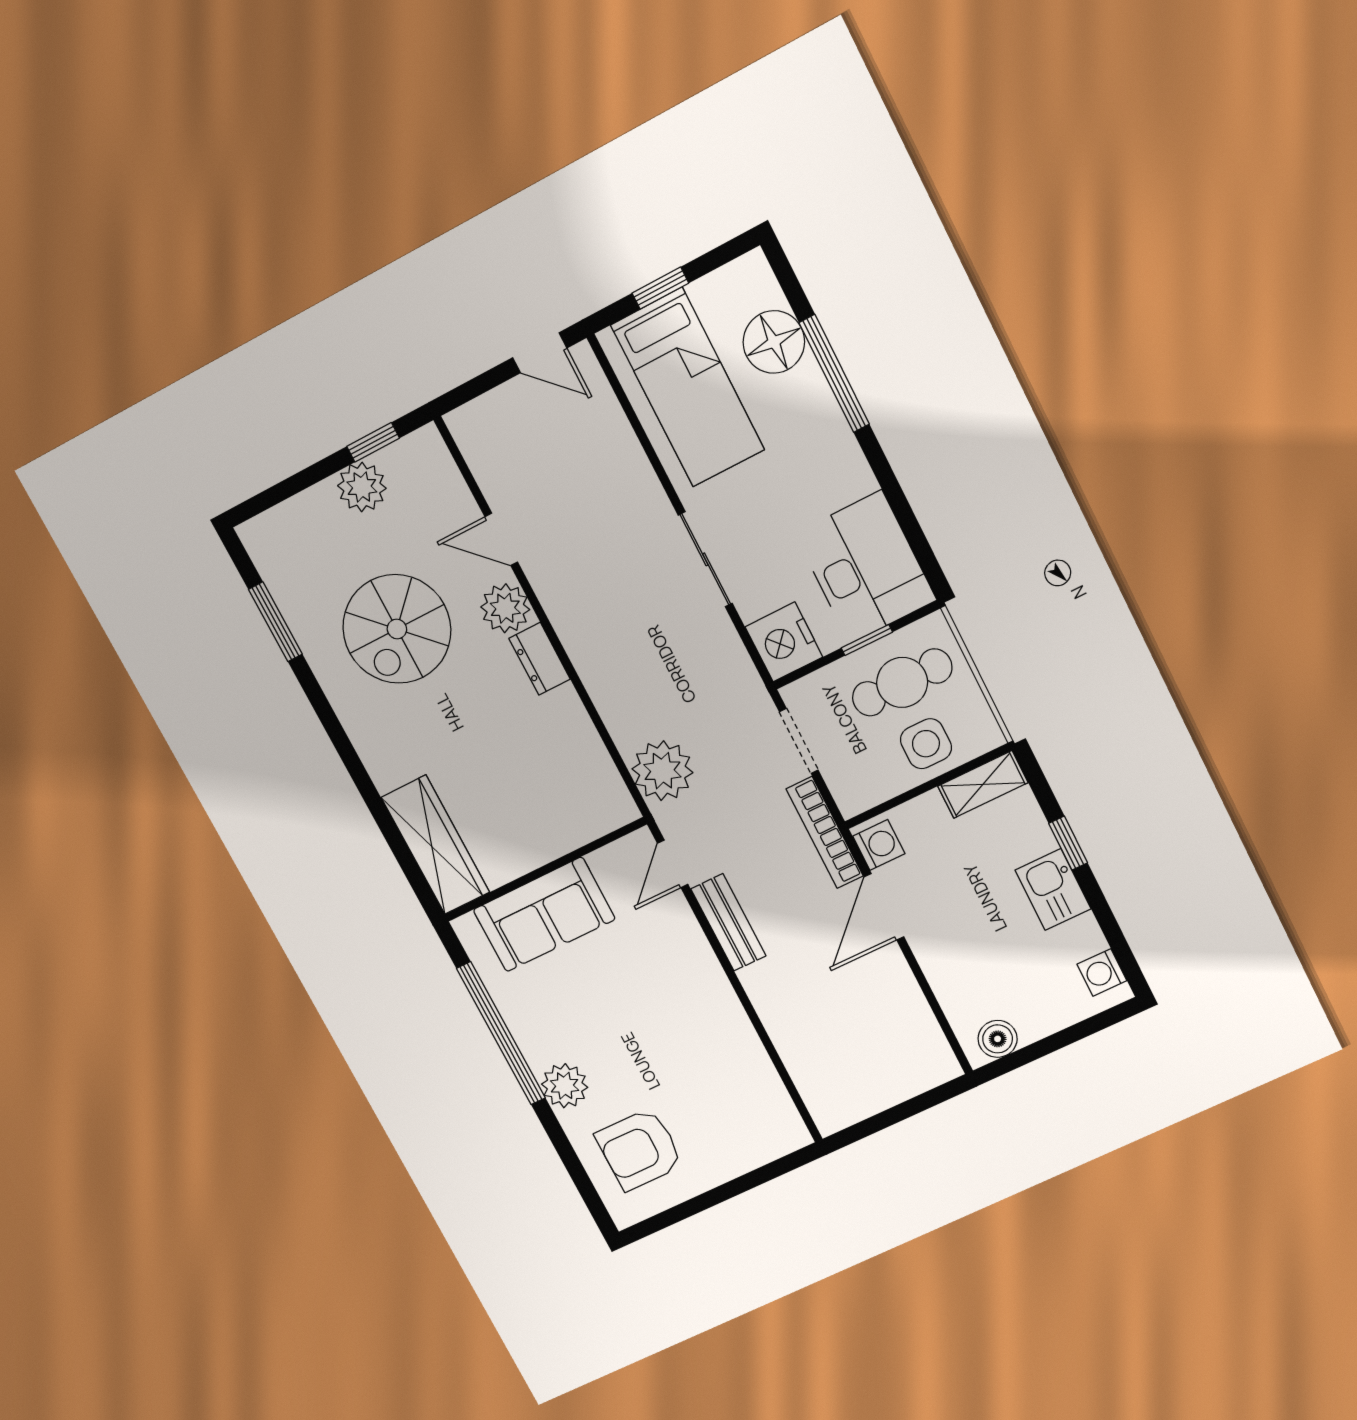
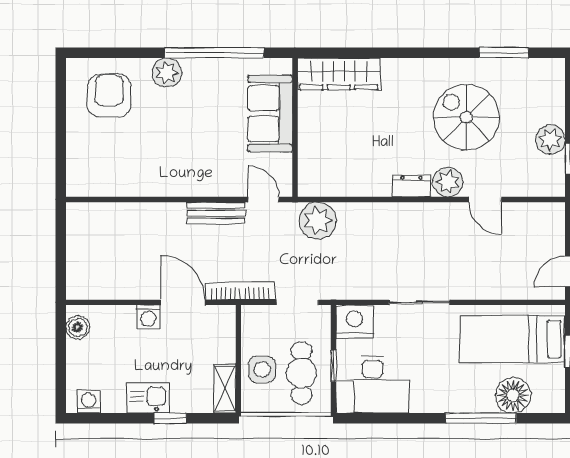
door: (501, 539) -> (485, 199), swing flipped
washing machine: (879, 845) -> (148, 317), moved

